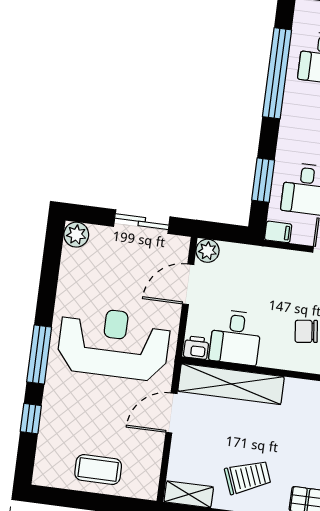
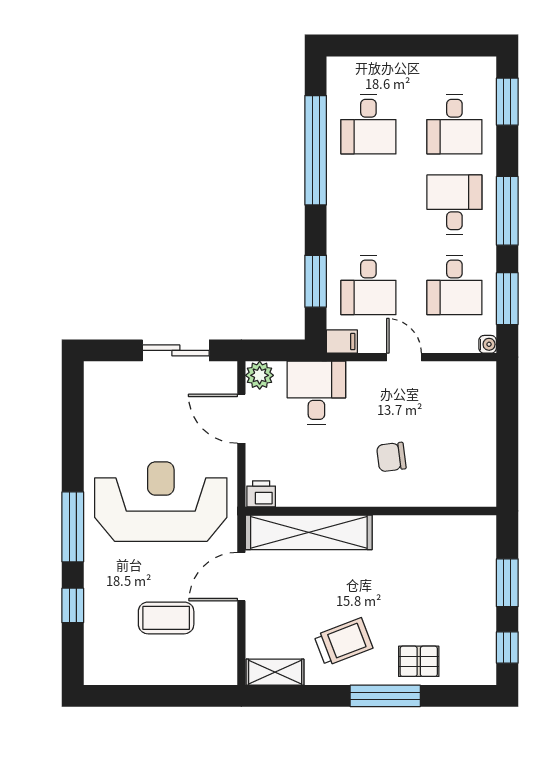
plant: (76, 235) -> (99, 376), removed
door: (188, 284) -> (241, 419), hinge flipped
desk: (236, 337) -> (316, 393), moved, turned 180
coffee table: (98, 470) -> (166, 618), moved

